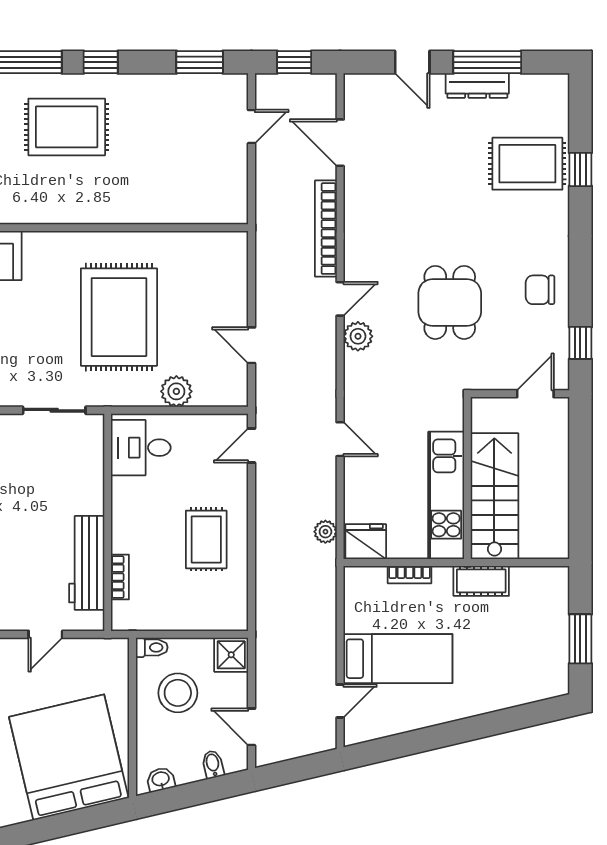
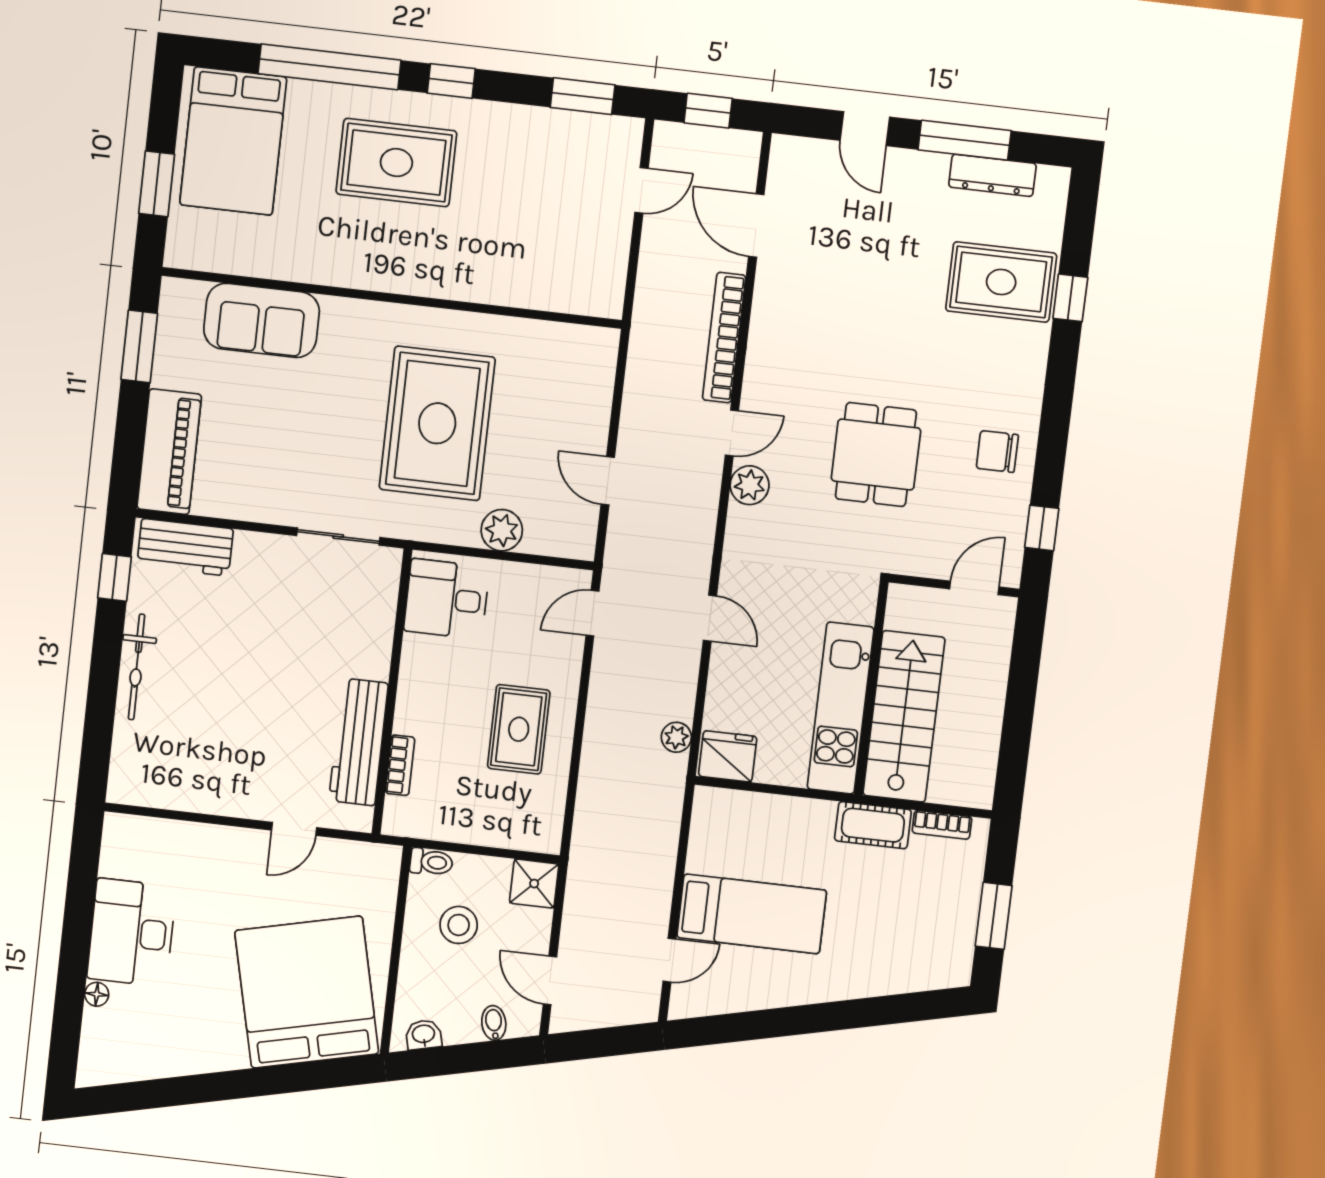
dresser: (477, 86) -> (992, 175), moved
bookcase: (409, 575) -> (942, 825), moved
stool: (178, 693) -> (459, 925), width x0.73, depth x0.73

